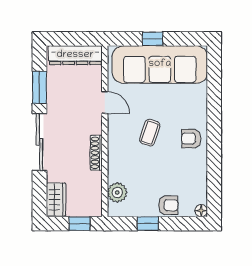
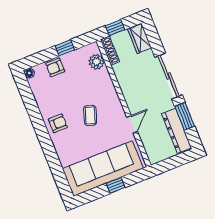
dresser: (75, 55) -> (176, 131), moved, turned -90
door: (105, 102) -> (132, 124), swing flipped
shoe rack: (96, 153) -> (110, 51), moved

